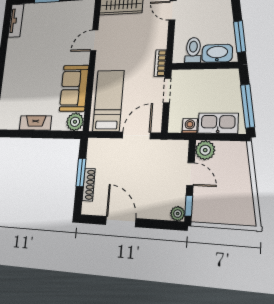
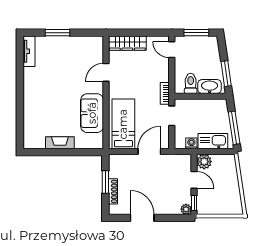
plant: (75, 122) -> (96, 141), removed

